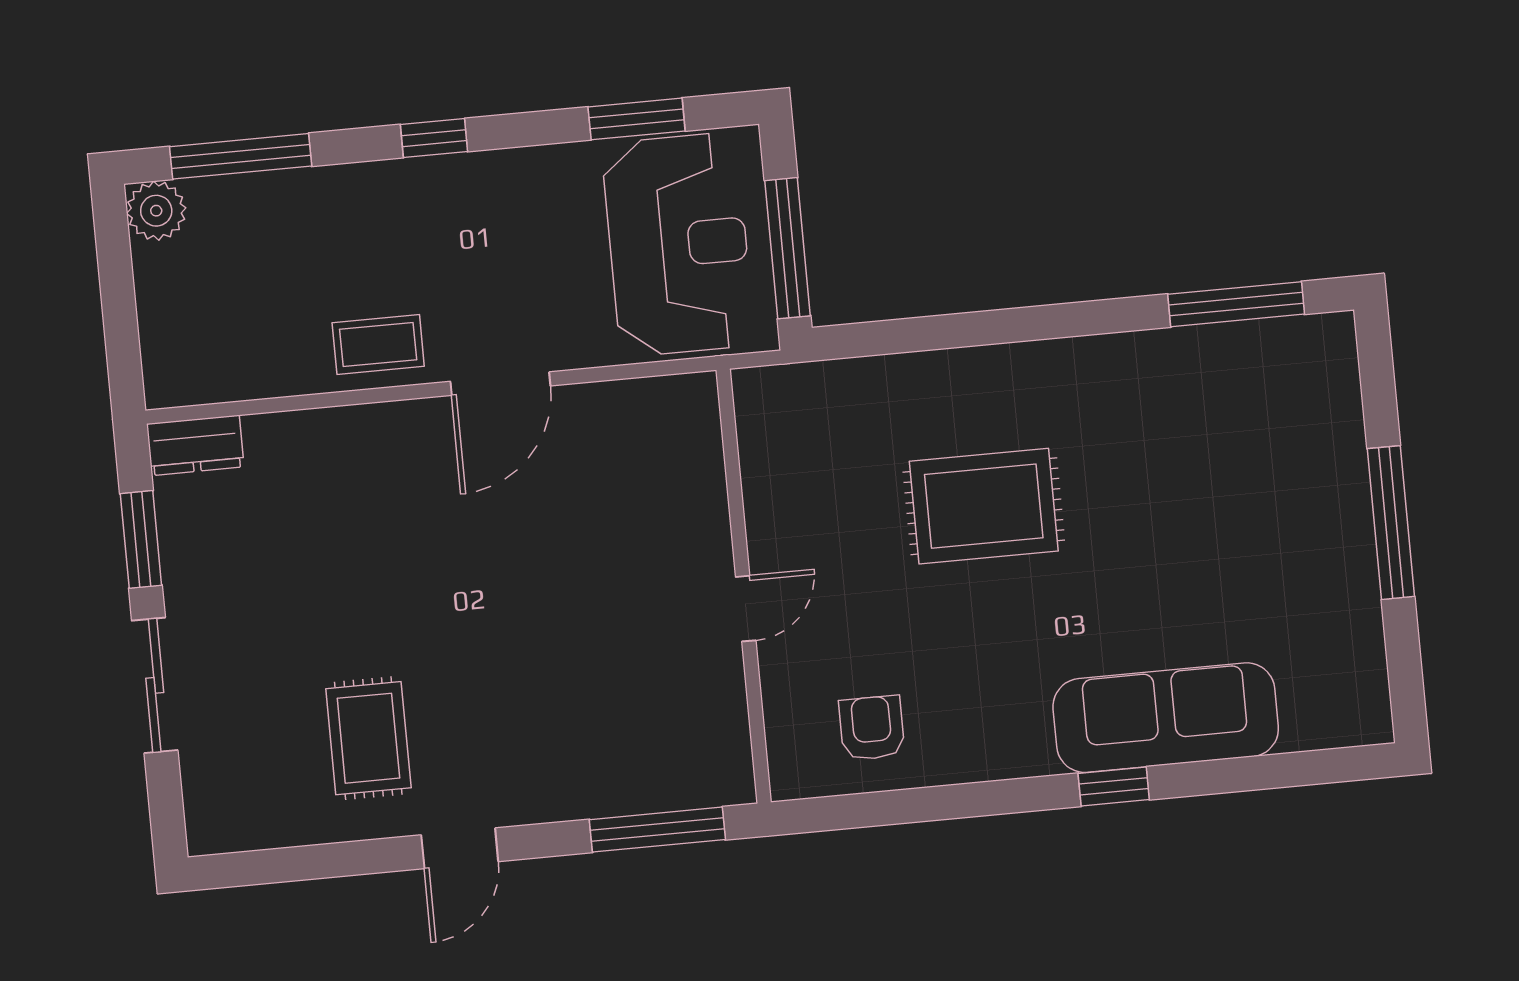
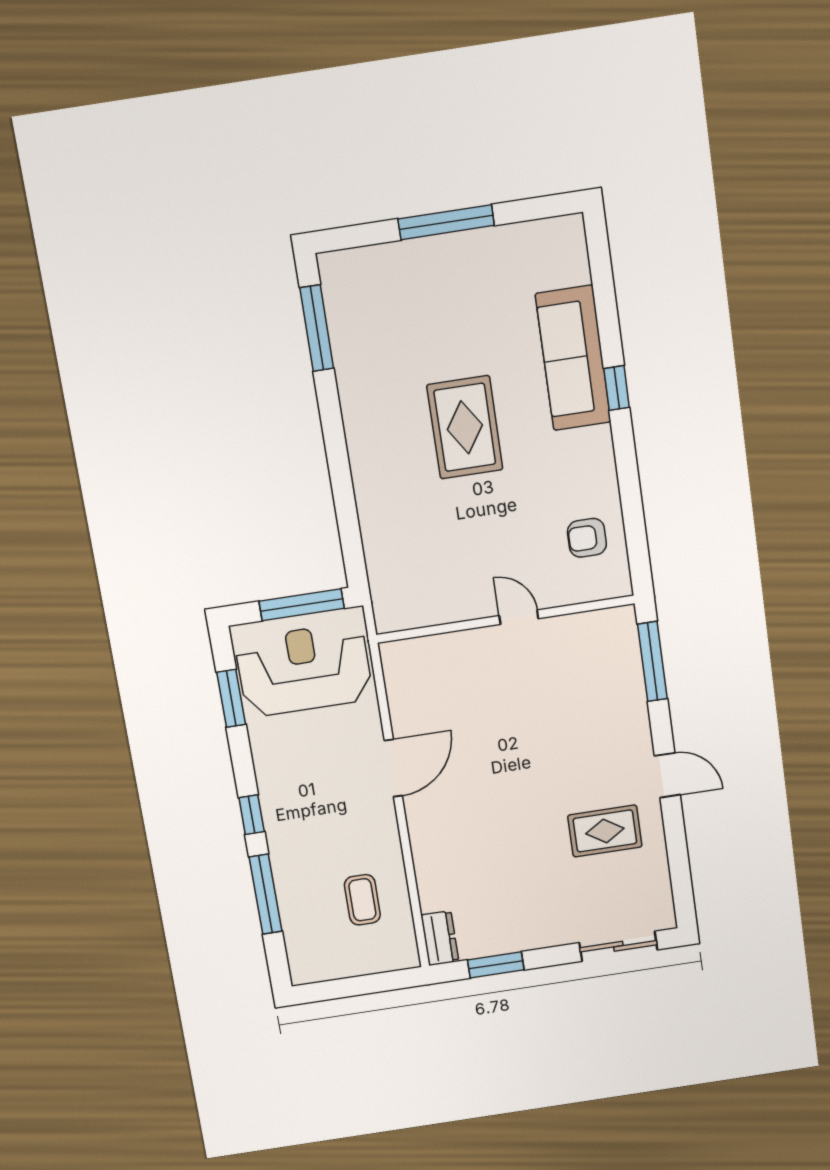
window: (241, 156) -> (266, 894), moved
plant: (156, 211) -> (306, 968), removed
coffee table: (378, 344) -> (362, 900), moved
door: (500, 384) -> (393, 768), hinge flipped
rug: (984, 506) -> (465, 427), moved
sliding door: (155, 685) -> (618, 946), moved

